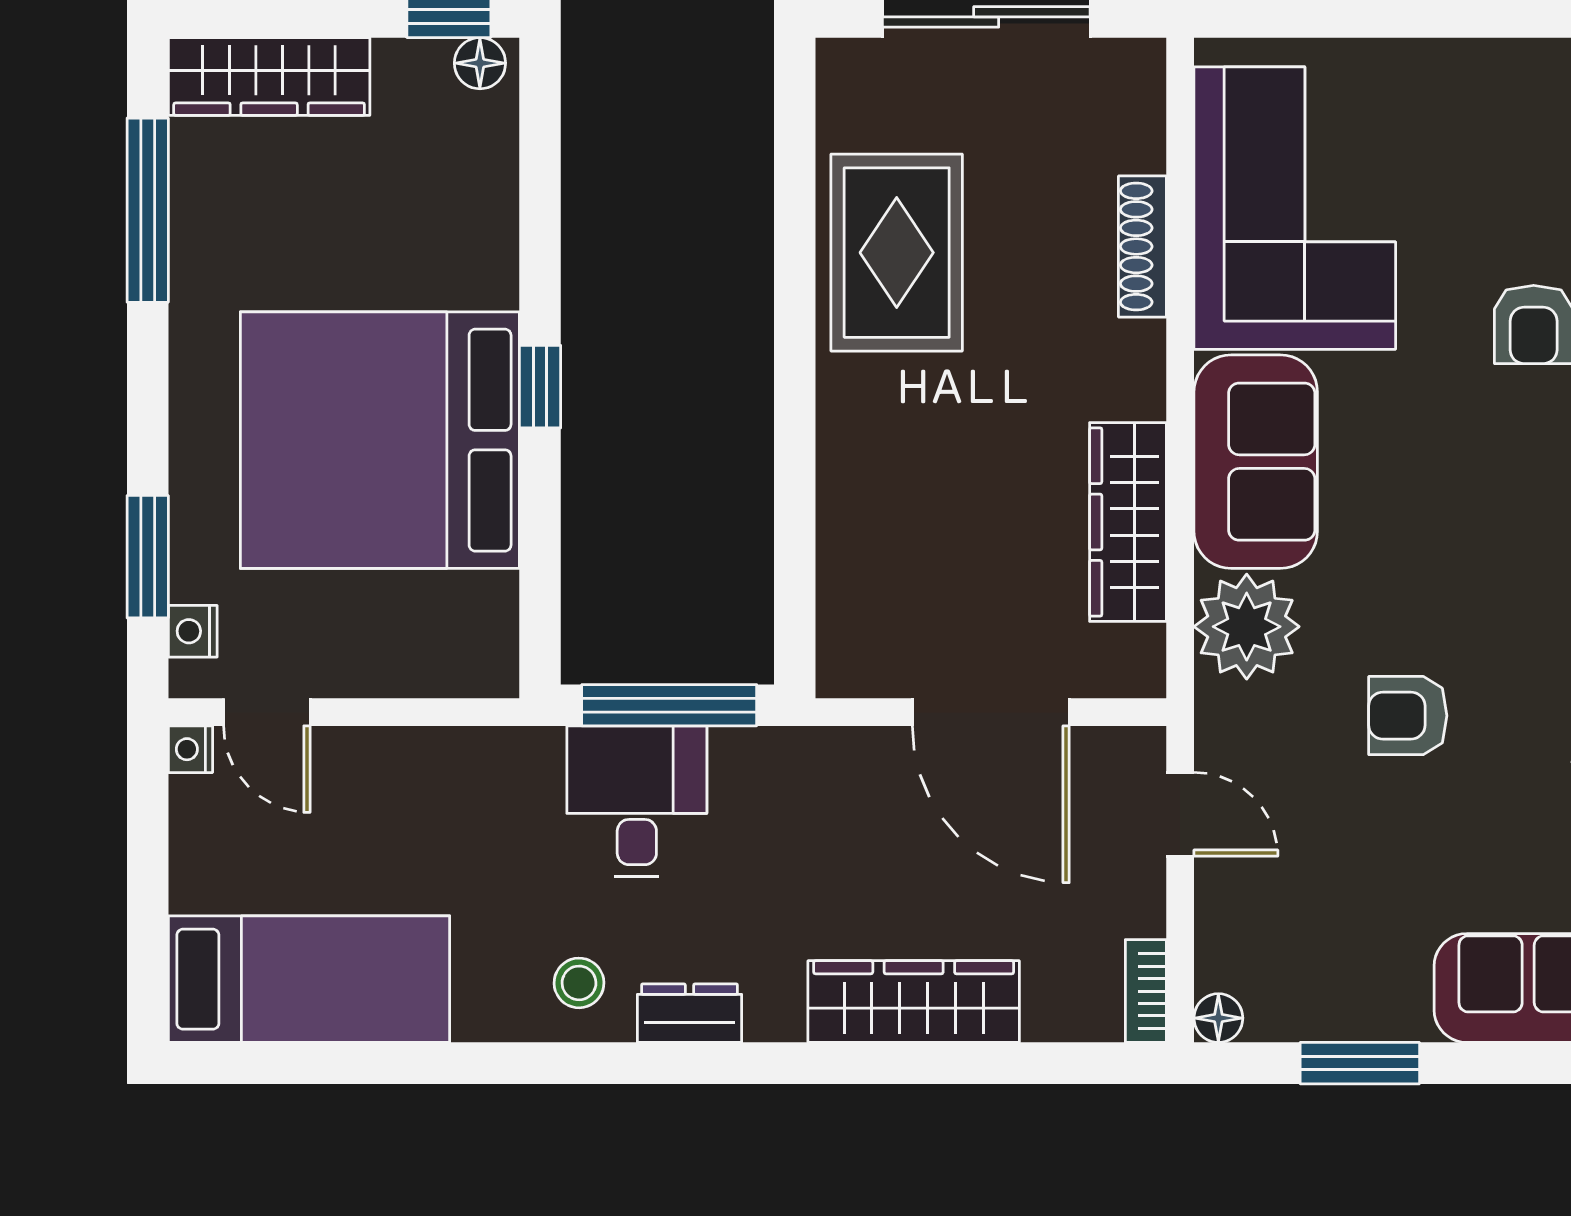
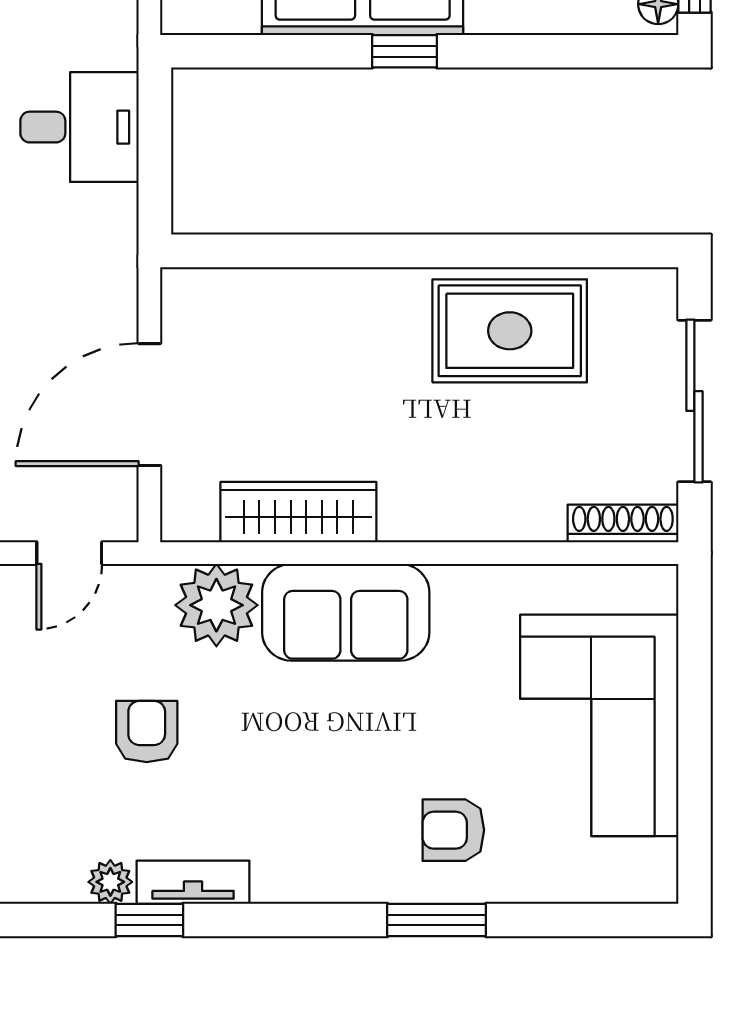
corner sofa: (1295, 208) -> (599, 725), moved, turned 90
shoe rack: (1142, 246) -> (623, 523), moved
window: (669, 705) -> (155, 152), removed

